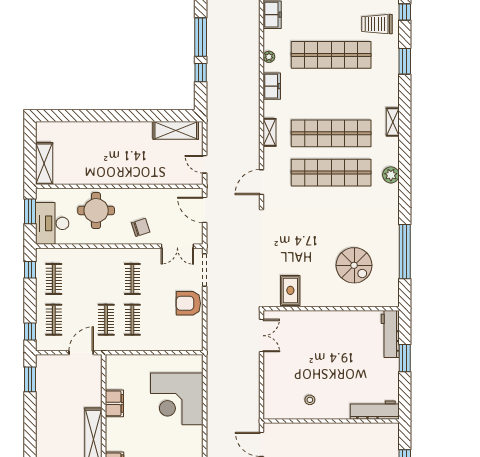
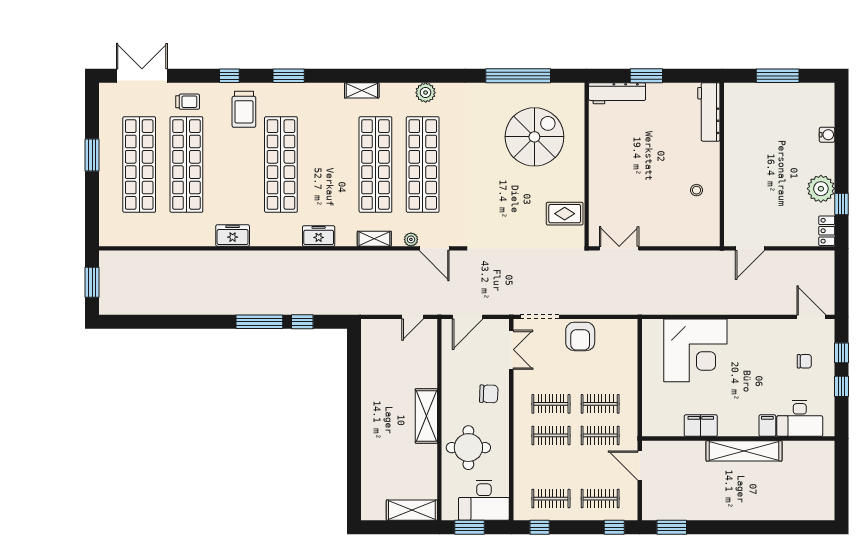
plant: (269, 57) -> (411, 239), moved
shelving: (176, 130) -> (426, 416), moved
chair: (141, 227) -> (489, 394), turned 110
spiral stairs: (354, 265) -> (534, 137), width x1.37, depth x1.37
clothes rail: (106, 279) -> (551, 435), added

